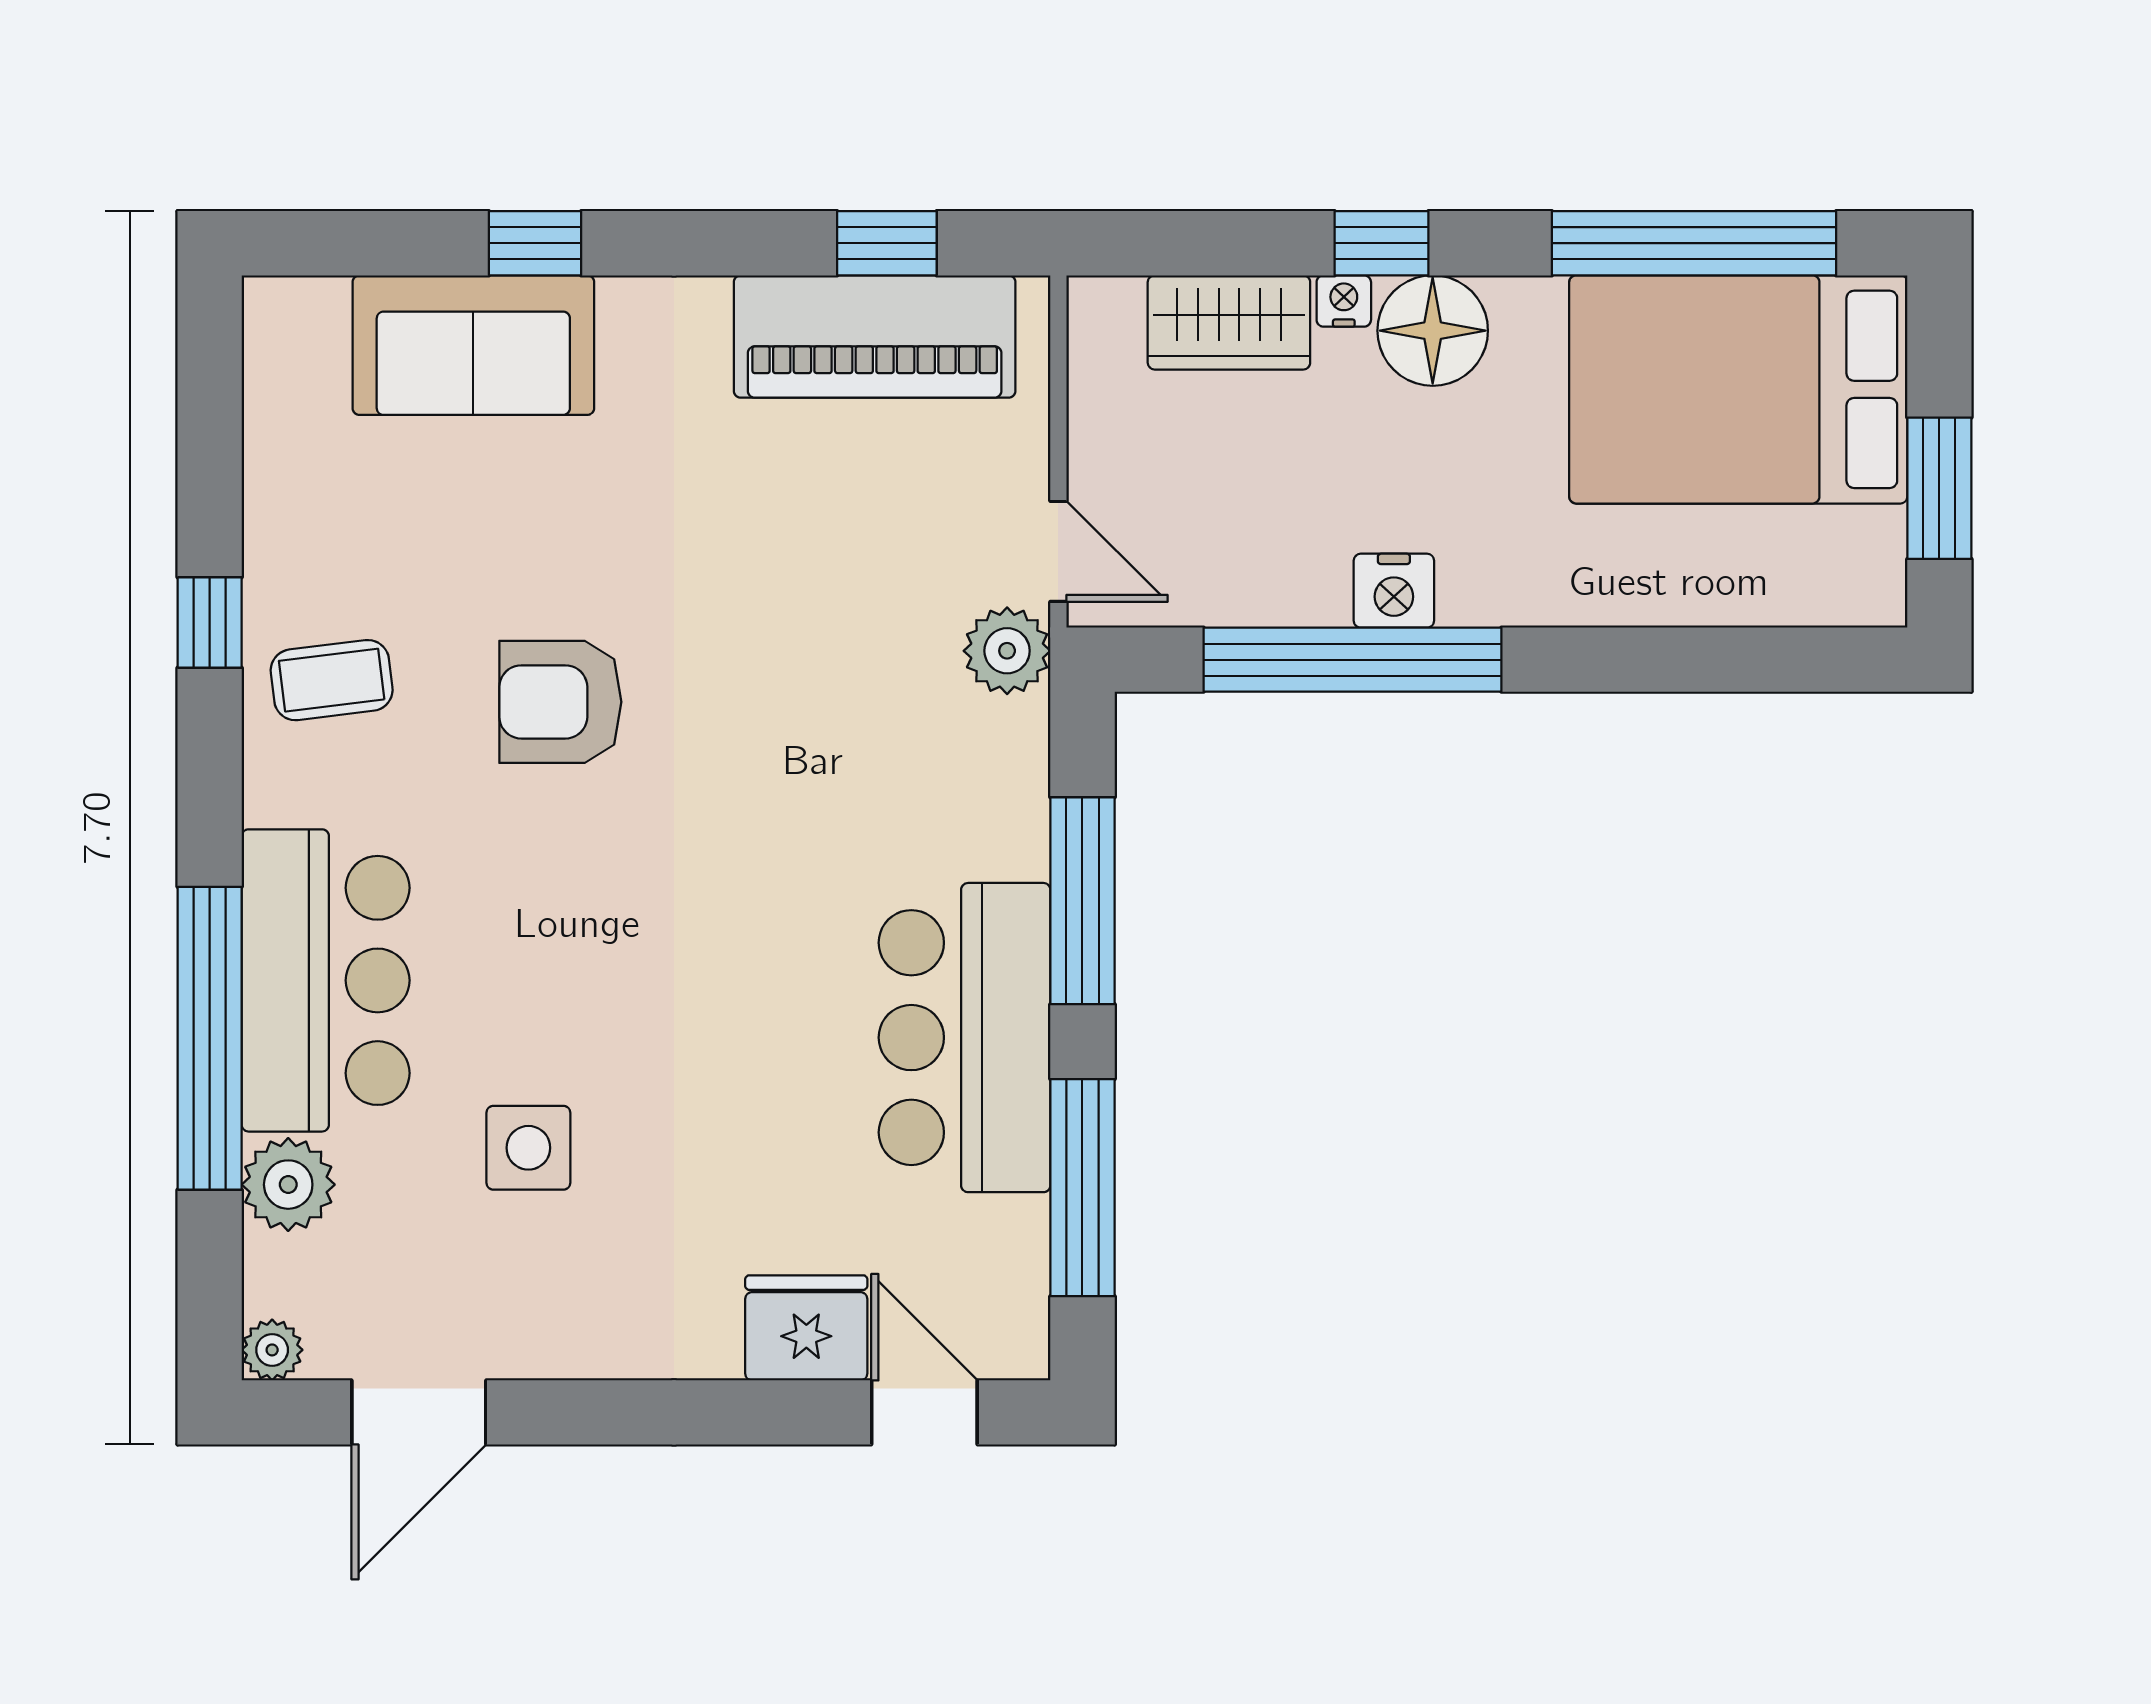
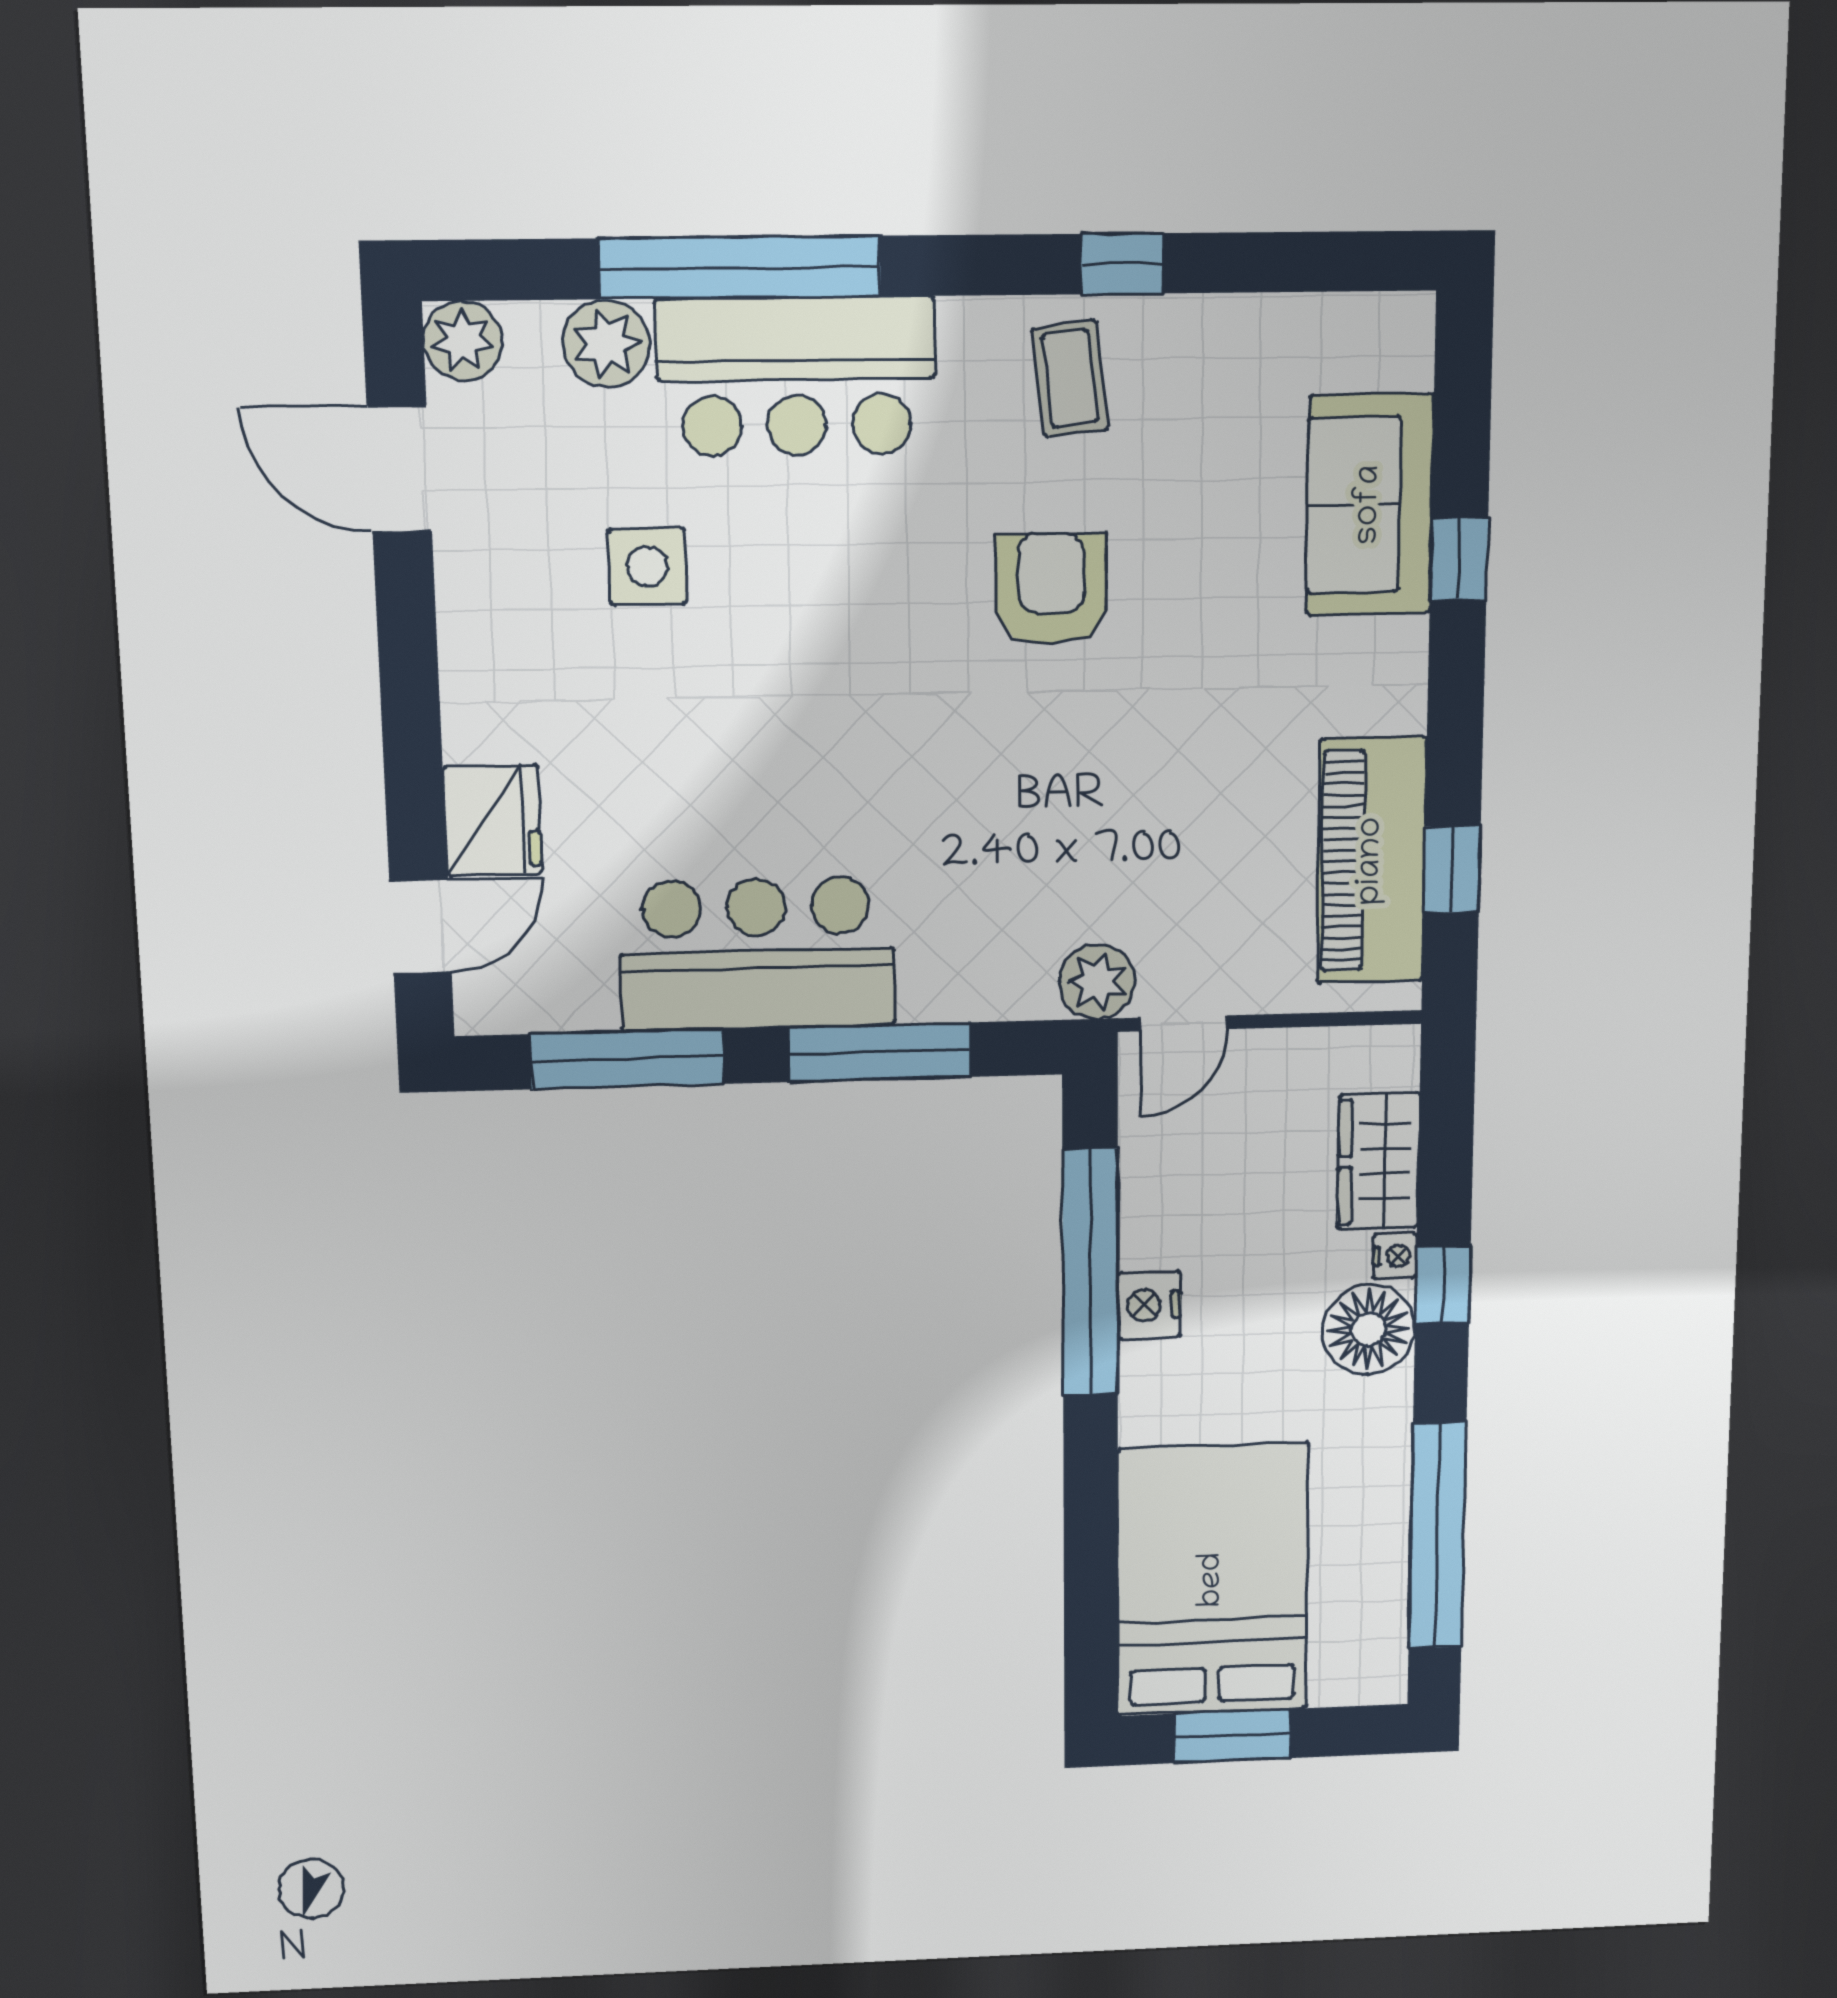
bed: (1738, 389) -> (1213, 1580), moved
plant: (272, 1350) -> (463, 341), width x1.38, depth x1.38

